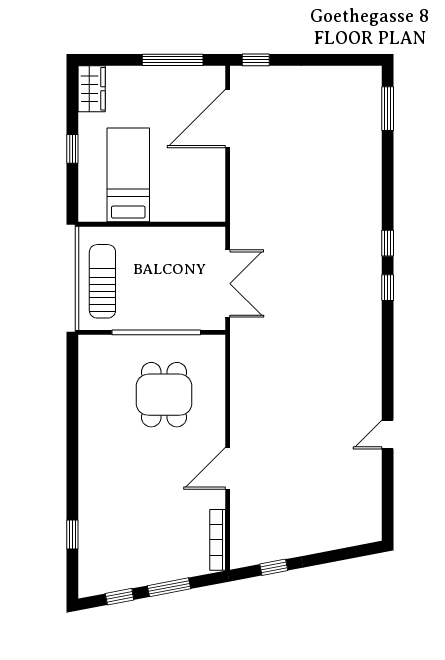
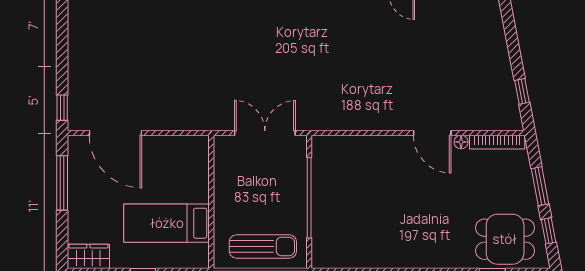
sun lounger: (102, 281) -> (263, 246), turned 180
dining table: (164, 395) -> (505, 239), moved
floor lamp: (218, 500) -> (461, 142), added

